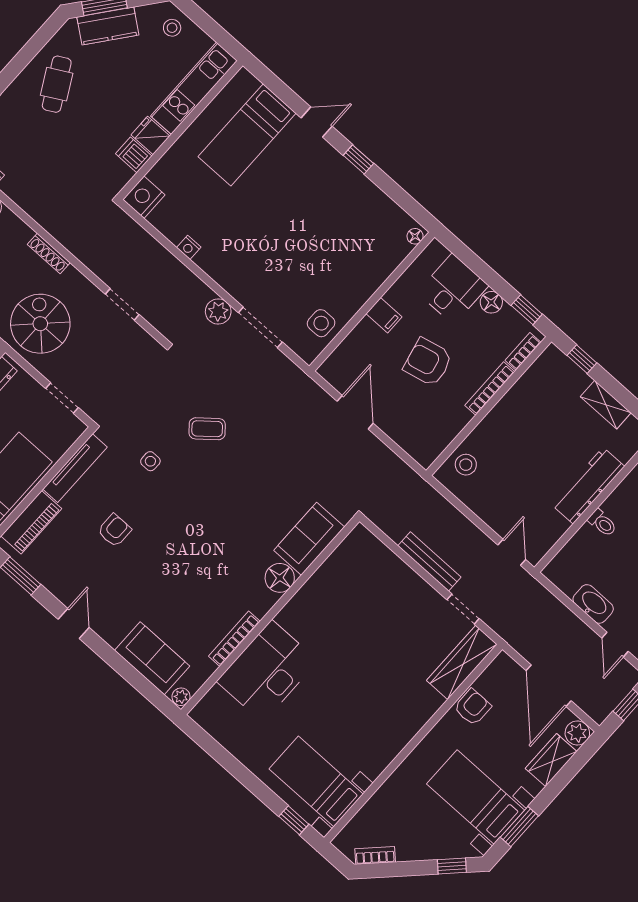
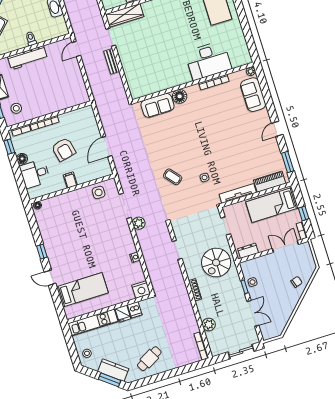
stool: (466, 465) -> (16, 108), moved
armchair: (114, 530) -> (237, 158), removed
bench: (429, 562) -> (112, 61), width x0.73

